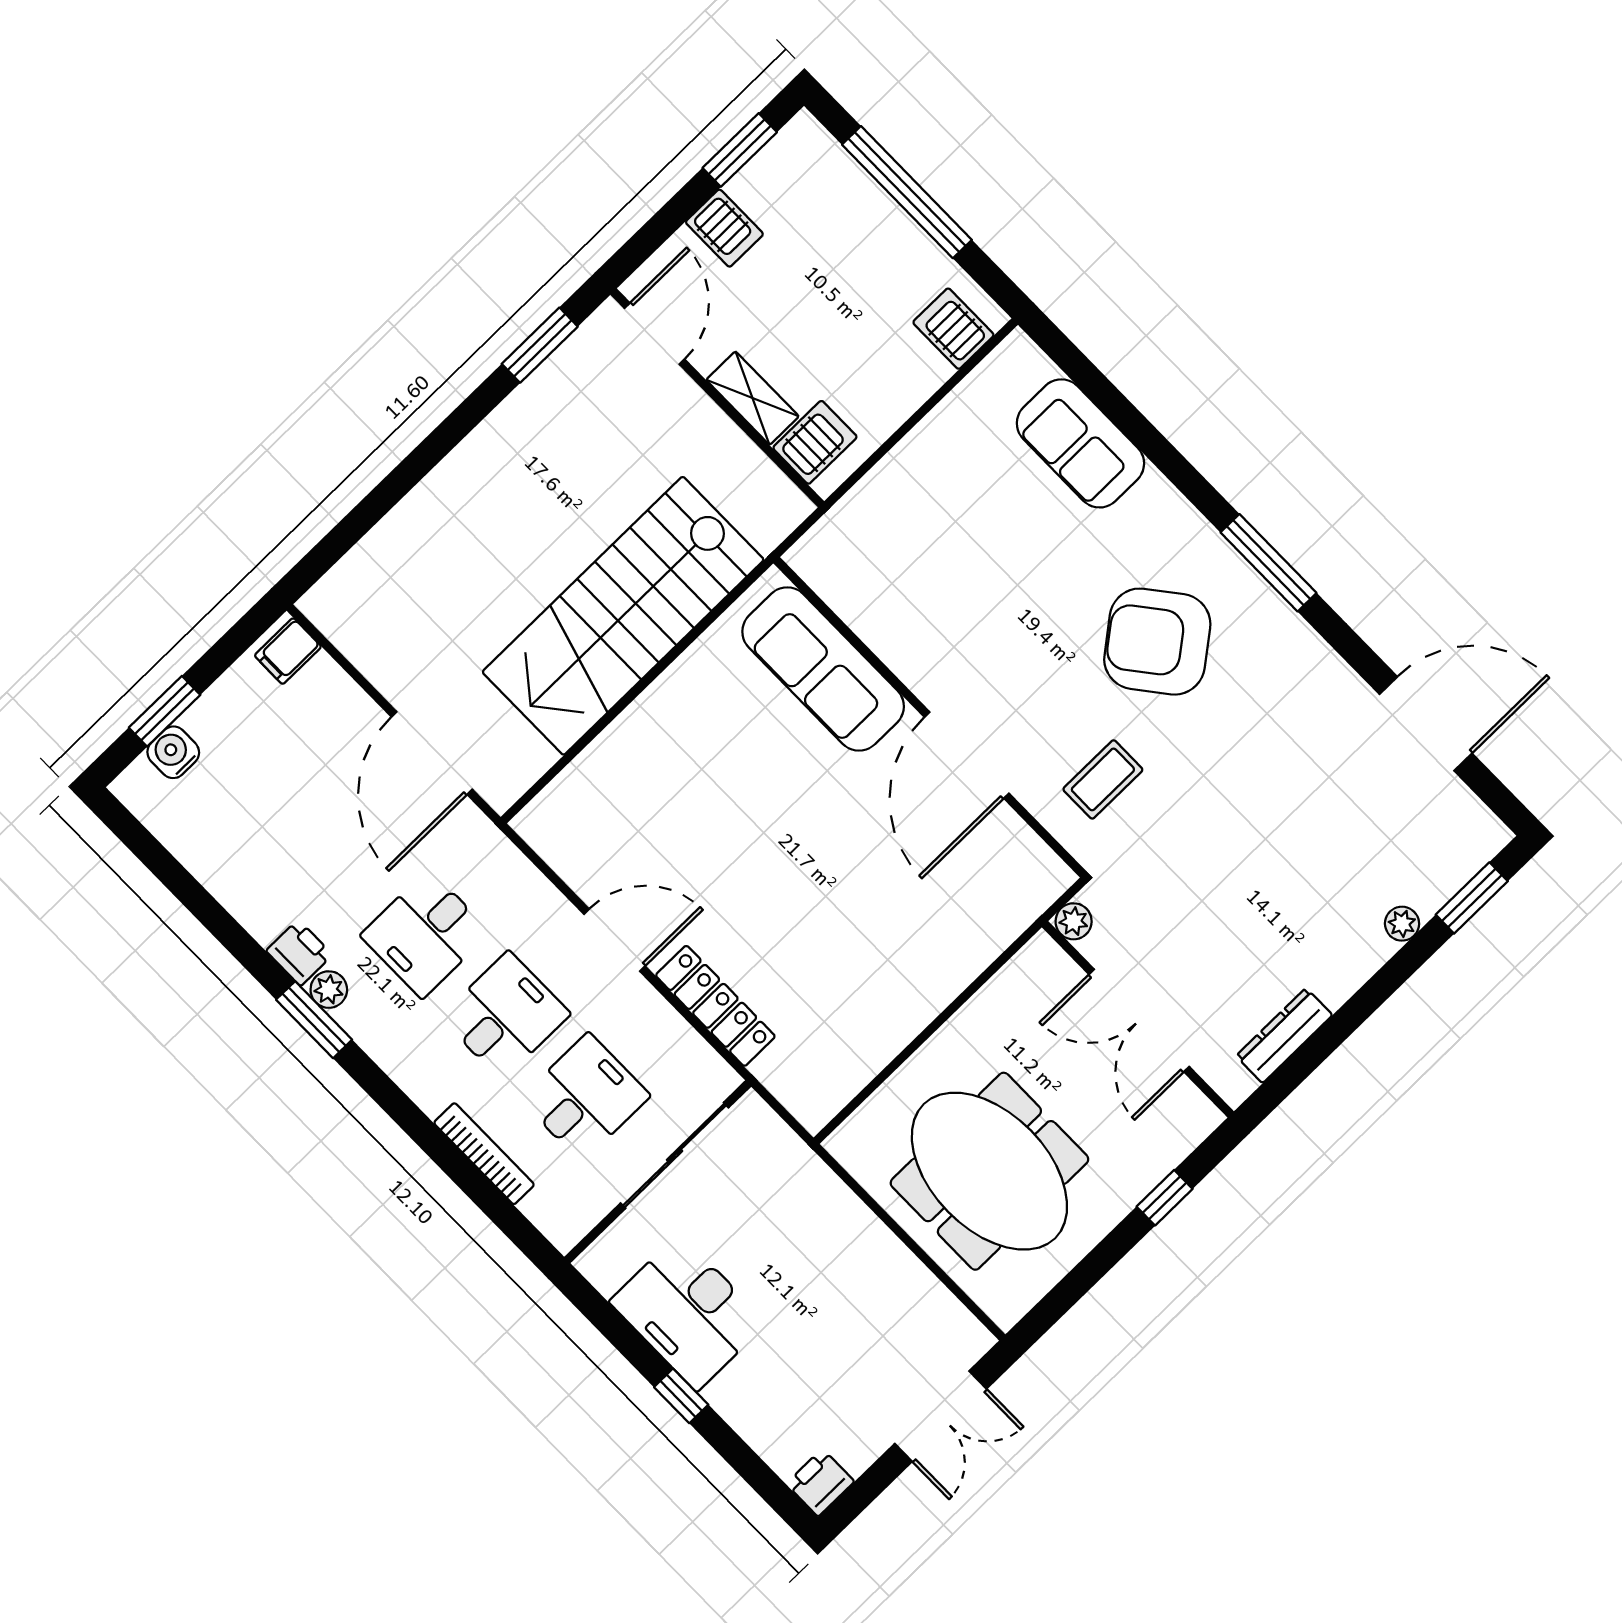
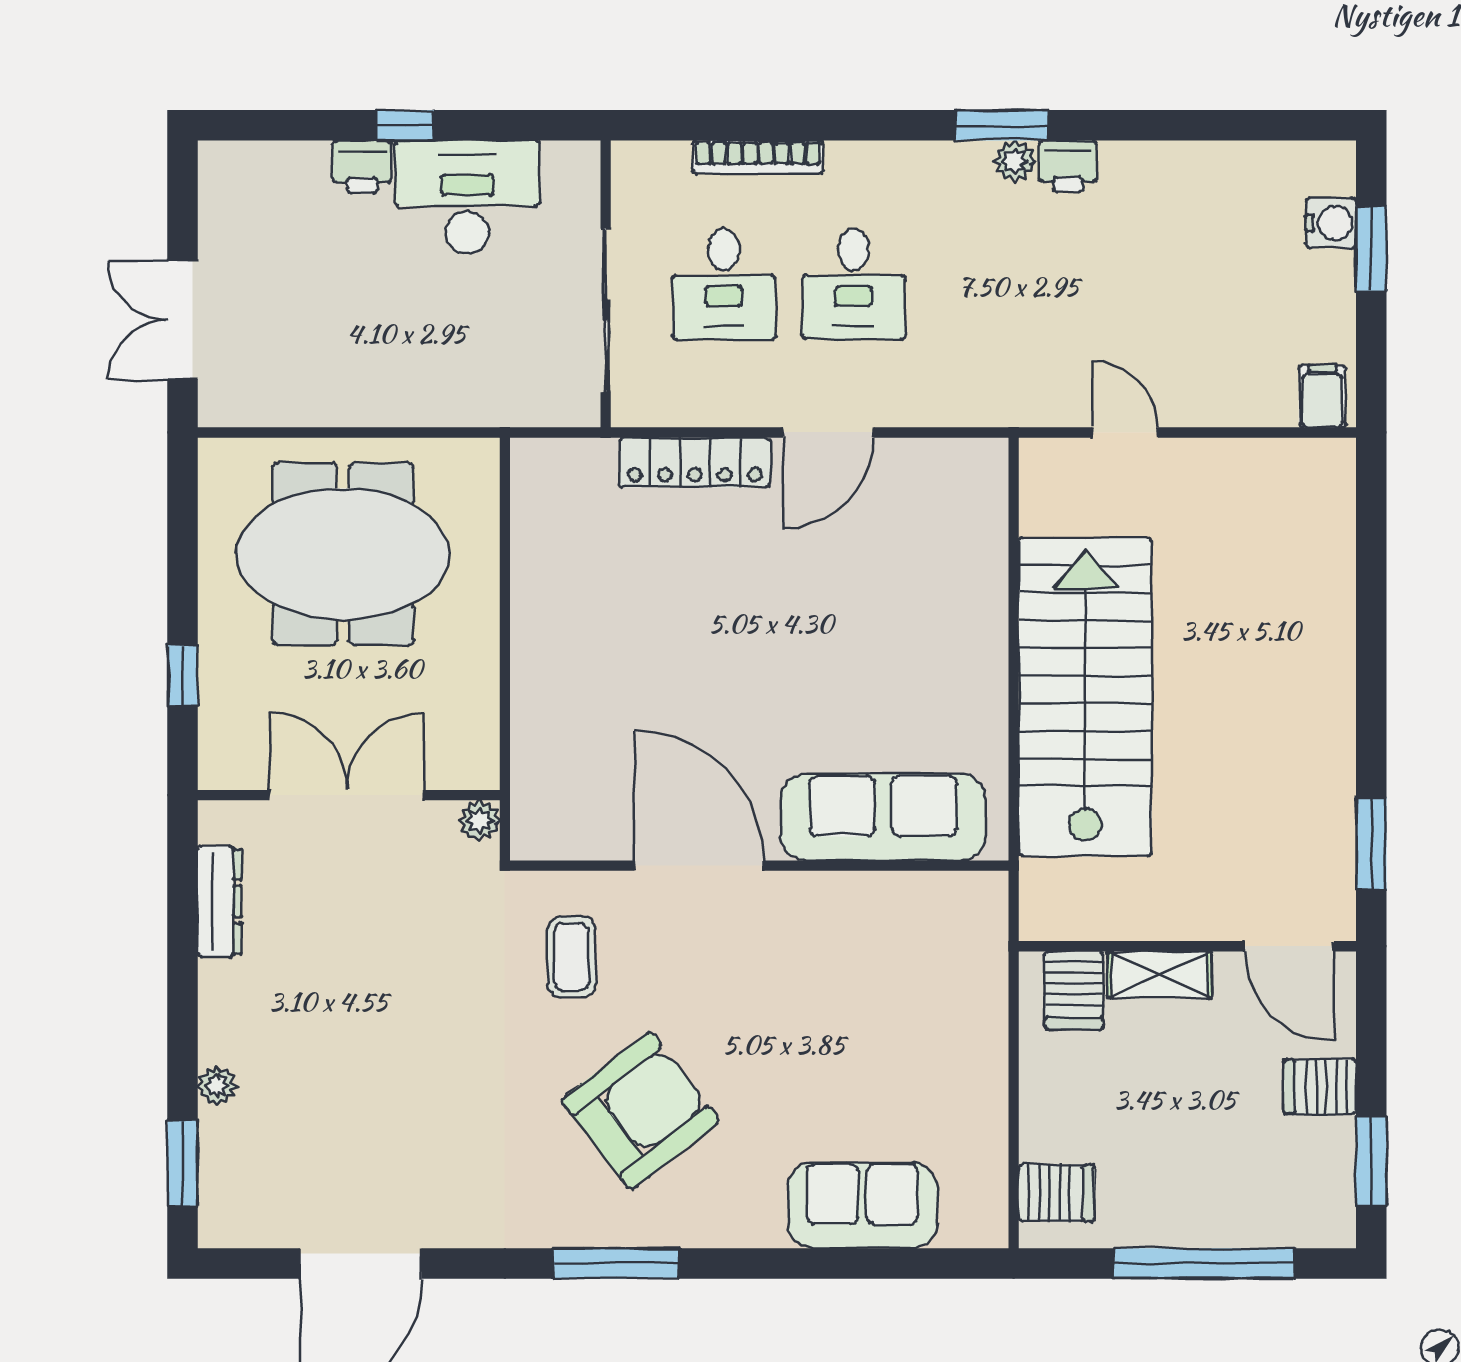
door: (432, 753) -> (1125, 432), width x0.53
desk: (425, 934) -> (983, 284), removed
printer: (820, 1483) -> (362, 167), moved, turned 90

